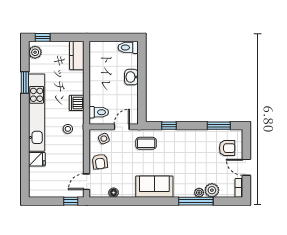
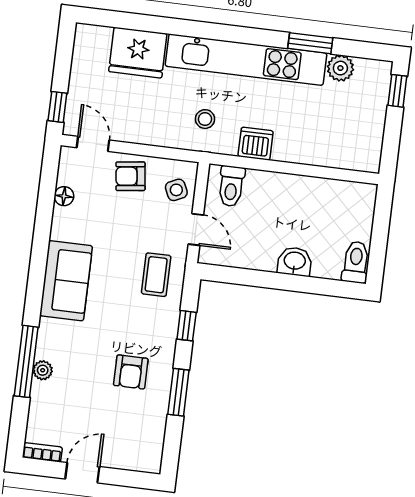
plant: (35, 52) -> (340, 68), moved
kitchen counter: (77, 55) -> (352, 156), removed
window: (219, 126) -> (178, 392), moved
armchair: (227, 148) -> (131, 372), moved
fridge: (37, 159) -> (138, 53), width x1.88, depth x1.34
plant: (212, 190) -> (44, 397), removed

